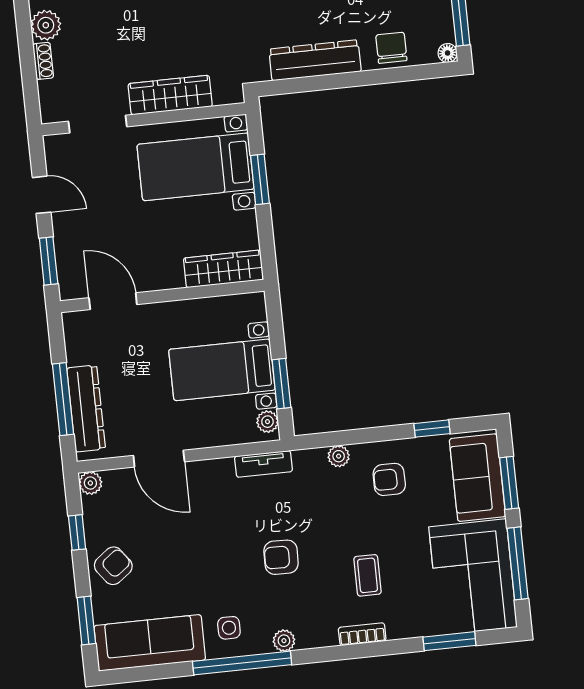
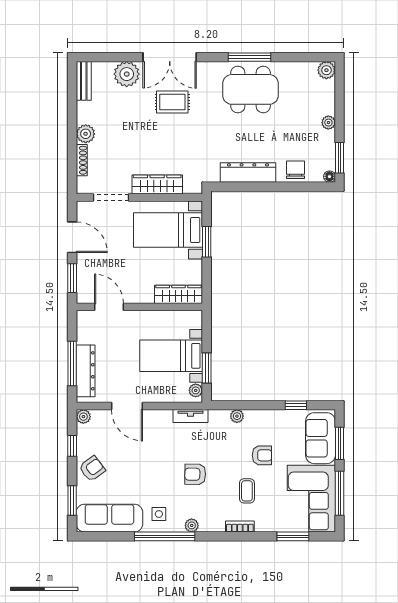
shoe rack: (43, 61) -> (82, 160), width x1.43
door: (42, 195) -> (72, 237), width x1.38
armchair: (389, 479) -> (262, 455), moved, turned 180

